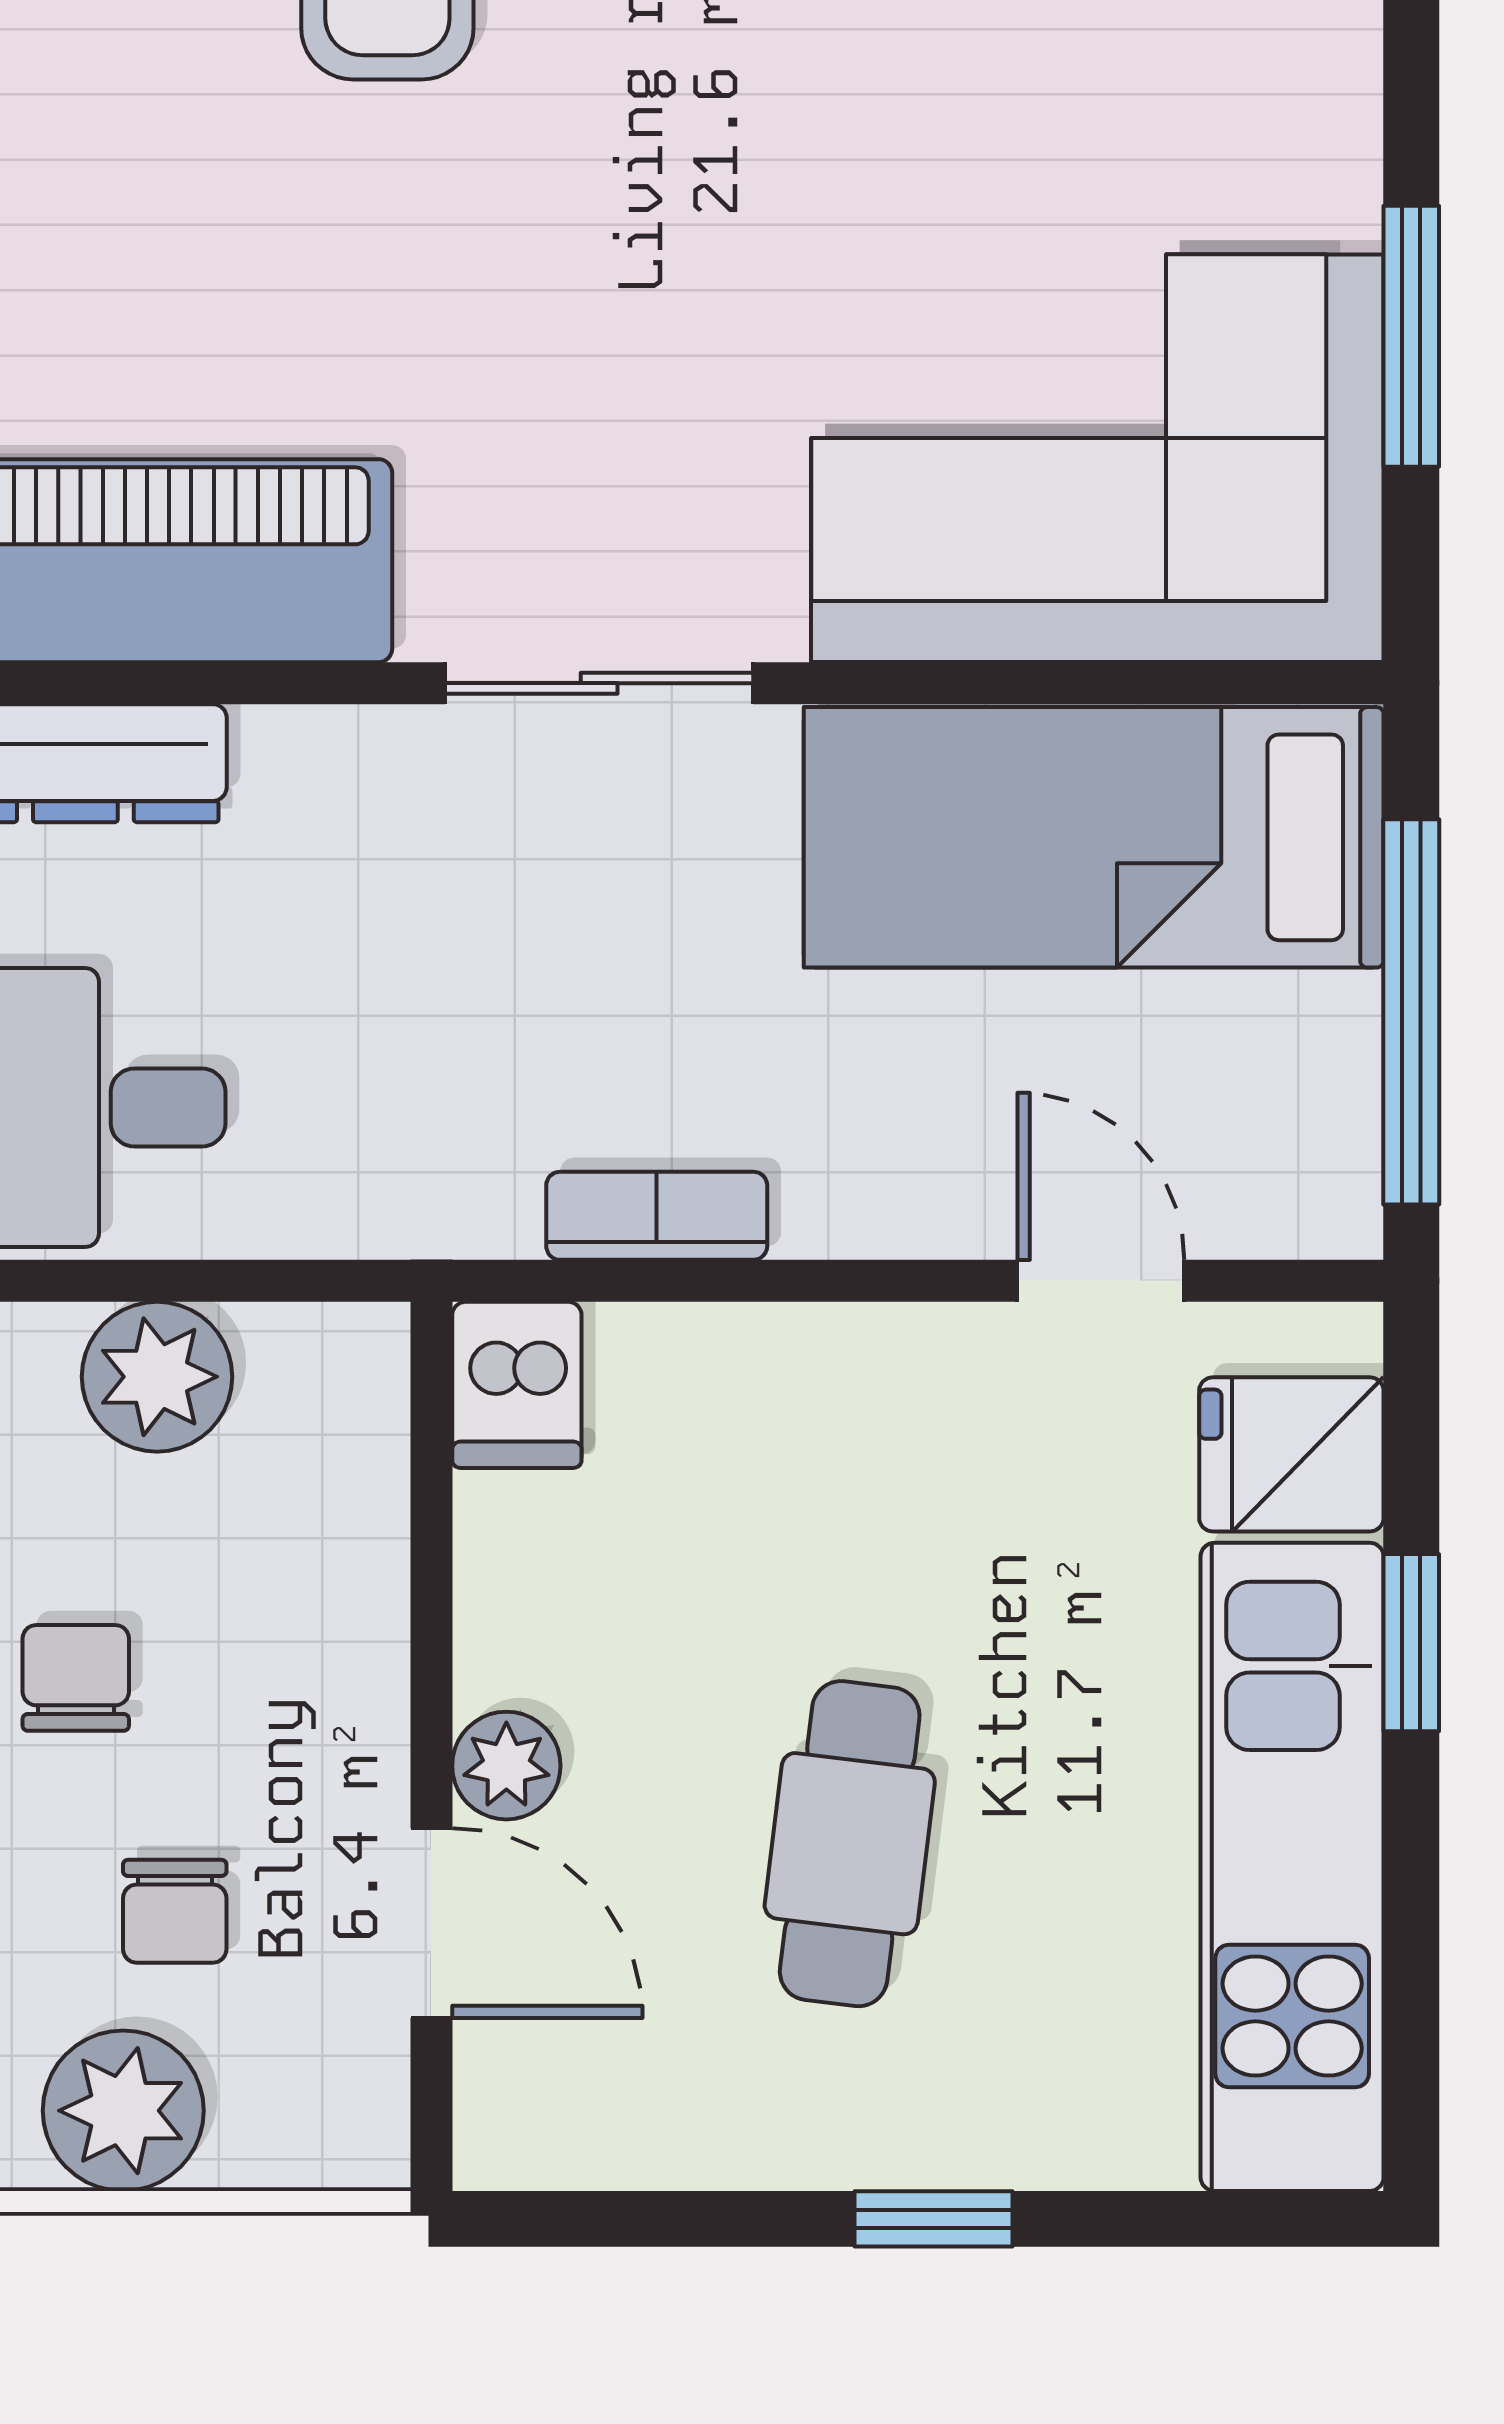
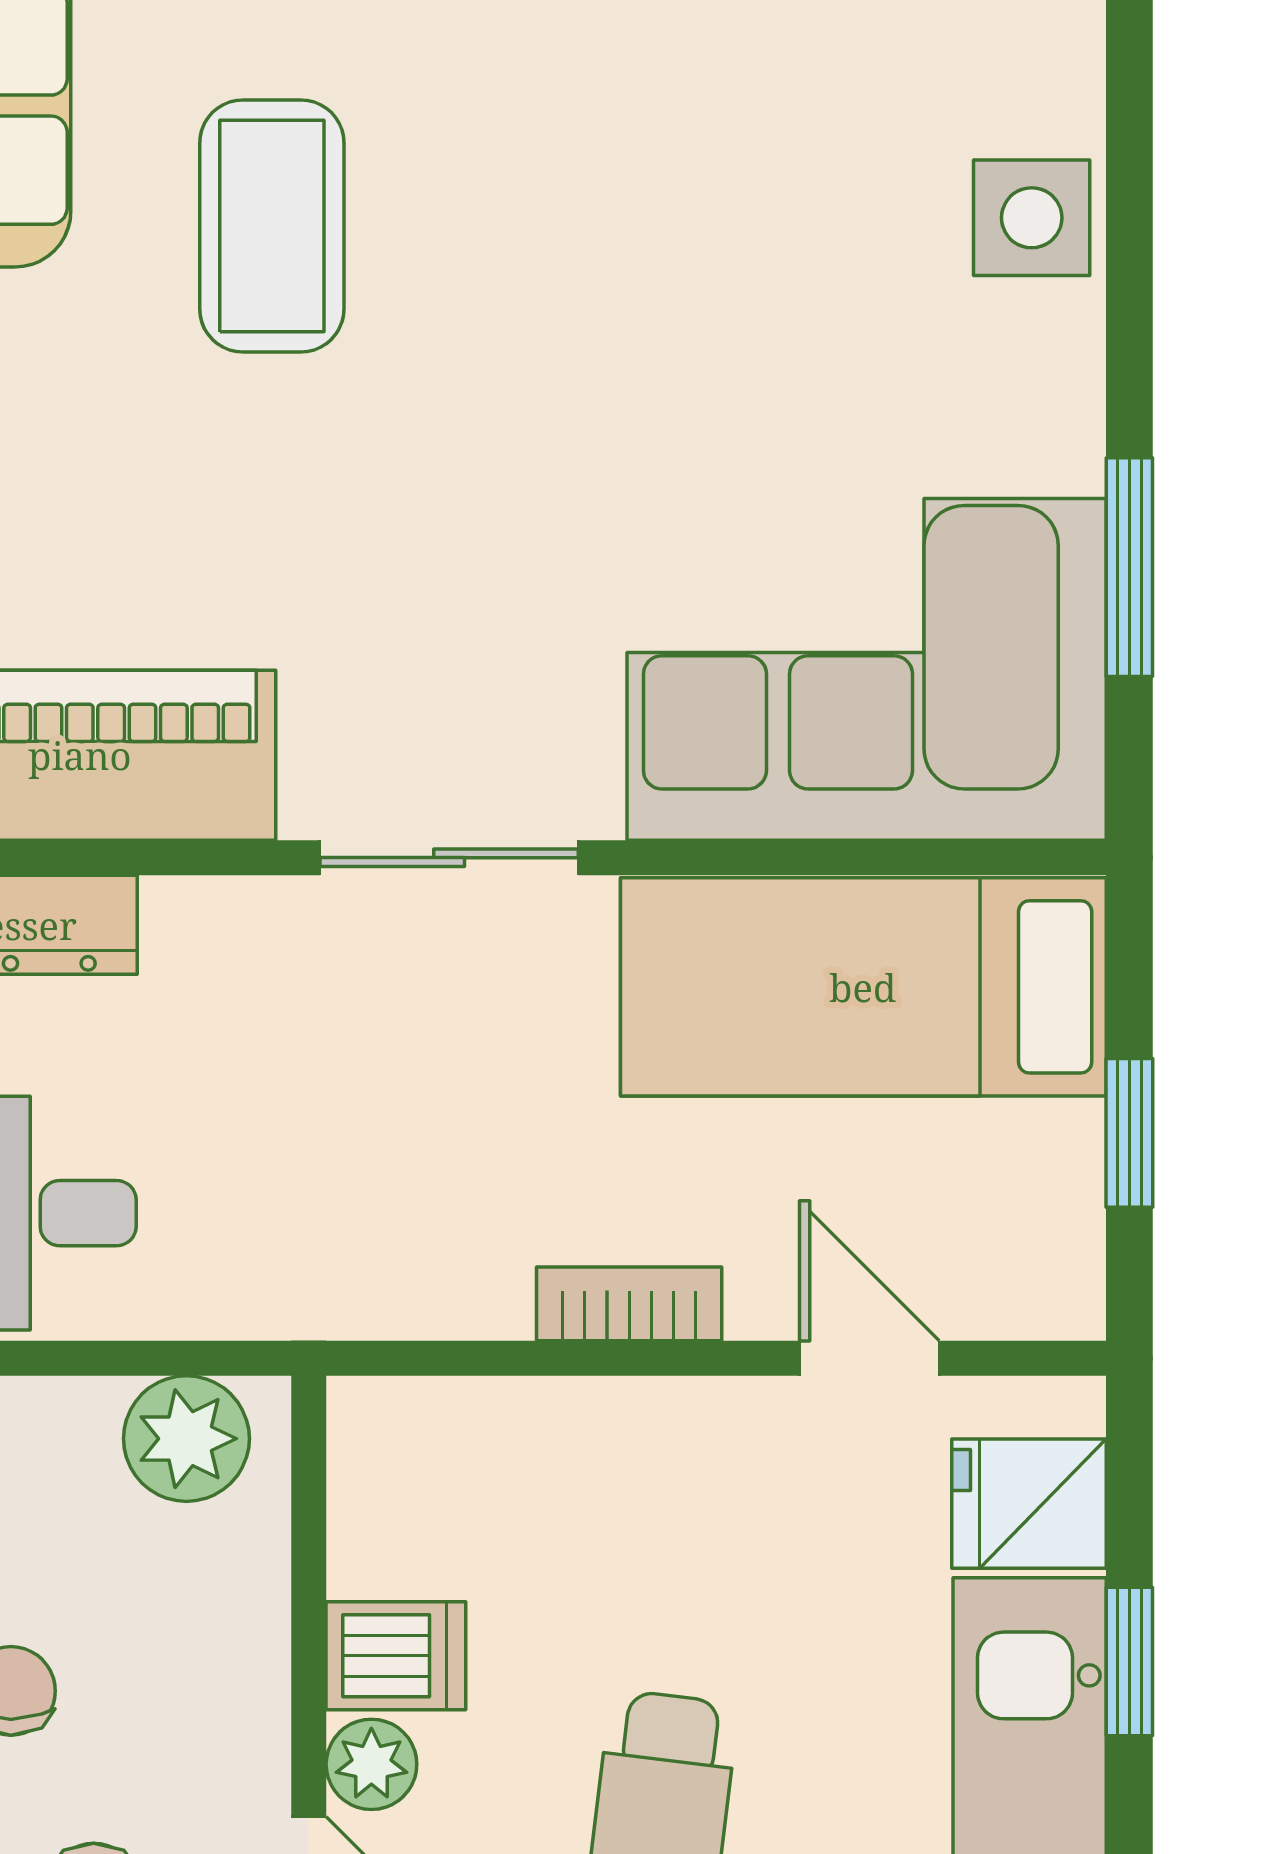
window: (1411, 1012) -> (1129, 1133), width x0.46
bookcase: (657, 1216) -> (629, 1304), moved
plant: (157, 1377) -> (186, 1439), moved
dishwasher: (517, 1385) -> (396, 1656), moved, turned -90

